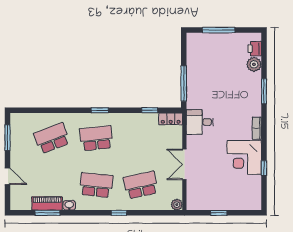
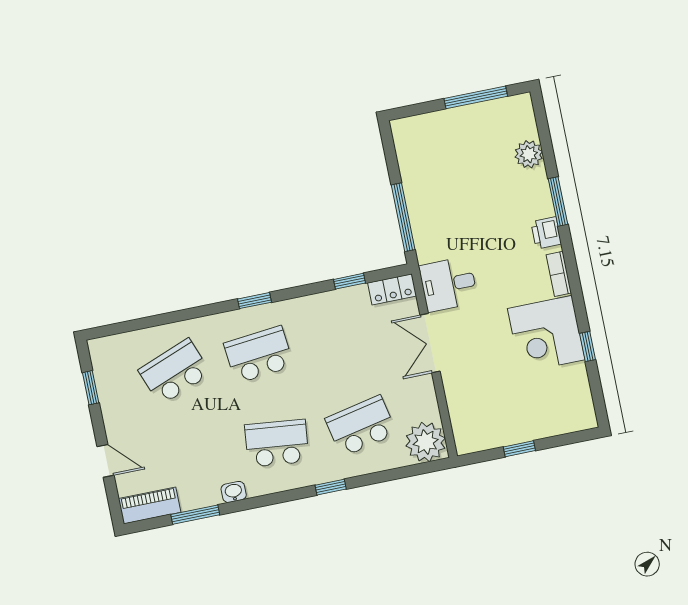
window: (219, 30) -> (476, 97), moved
printer: (255, 49) -> (546, 233), moved
window: (7, 138) -> (91, 388), width x0.67
double door: (184, 164) -> (430, 343), moved
piano: (47, 203) -> (150, 505), moved
plant: (177, 205) -> (426, 442), width x1.88, depth x1.88

